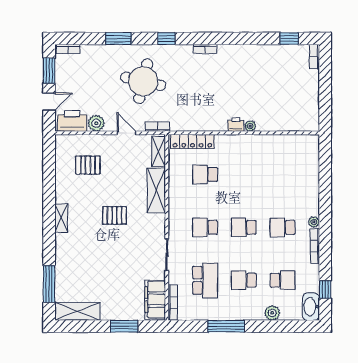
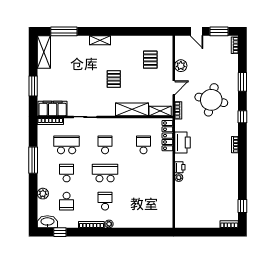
printer: (72, 121) -> (182, 142), moved
shelving: (61, 218) -> (100, 40), moved
school desk: (244, 227) -> (105, 173), width x1.85
school desk: (205, 280) -> (67, 145), turned 180

